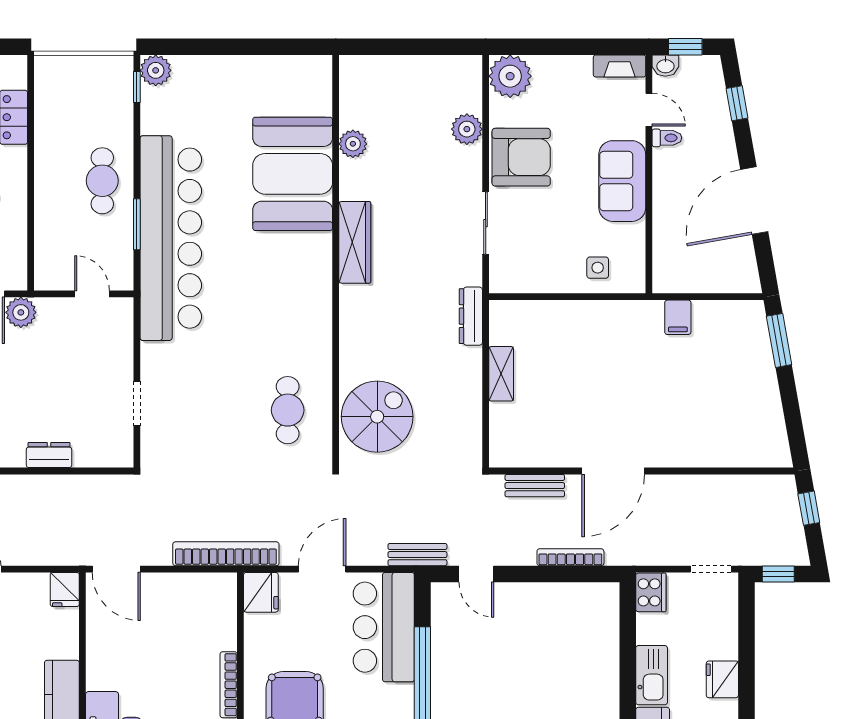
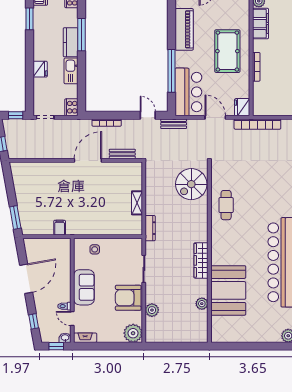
cafe table: (288, 410) -> (226, 205), moved
door: (322, 569) -> (215, 117), swing flipped

